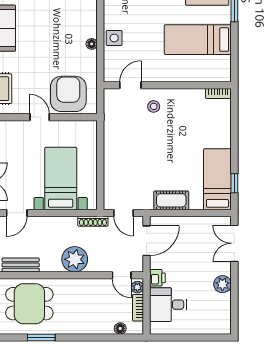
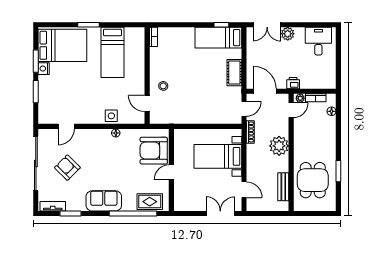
plant: (222, 284) -> (288, 34), moved
desk: (168, 305) -> (318, 41), moved, turned 180

